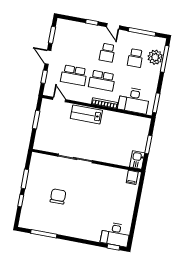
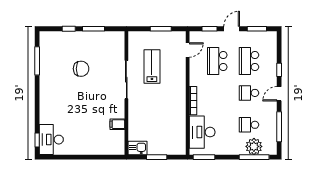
school desk: (102, 81) -> (249, 61), moved
lab bench: (86, 114) -> (152, 66), moved
filing cabinet: (132, 177) -> (117, 124), moved

